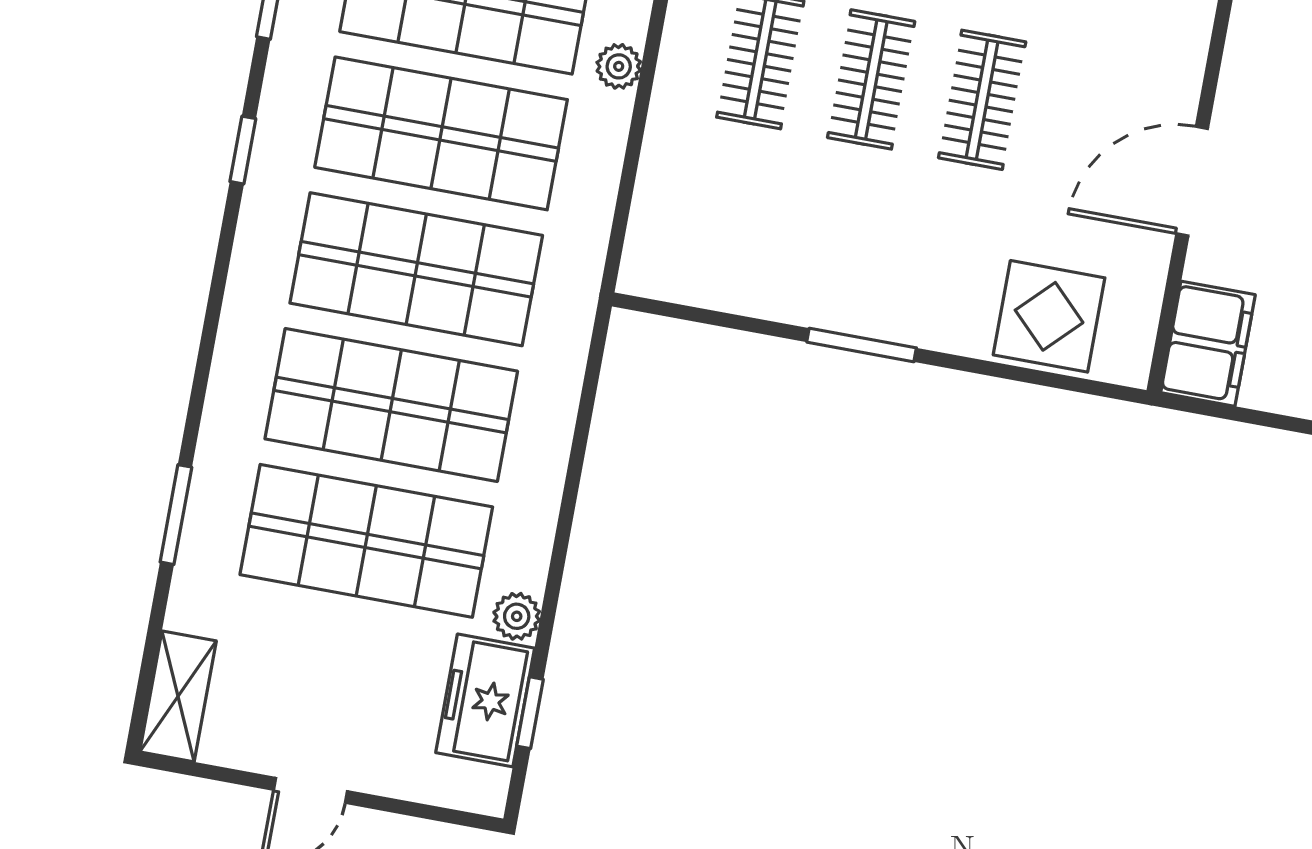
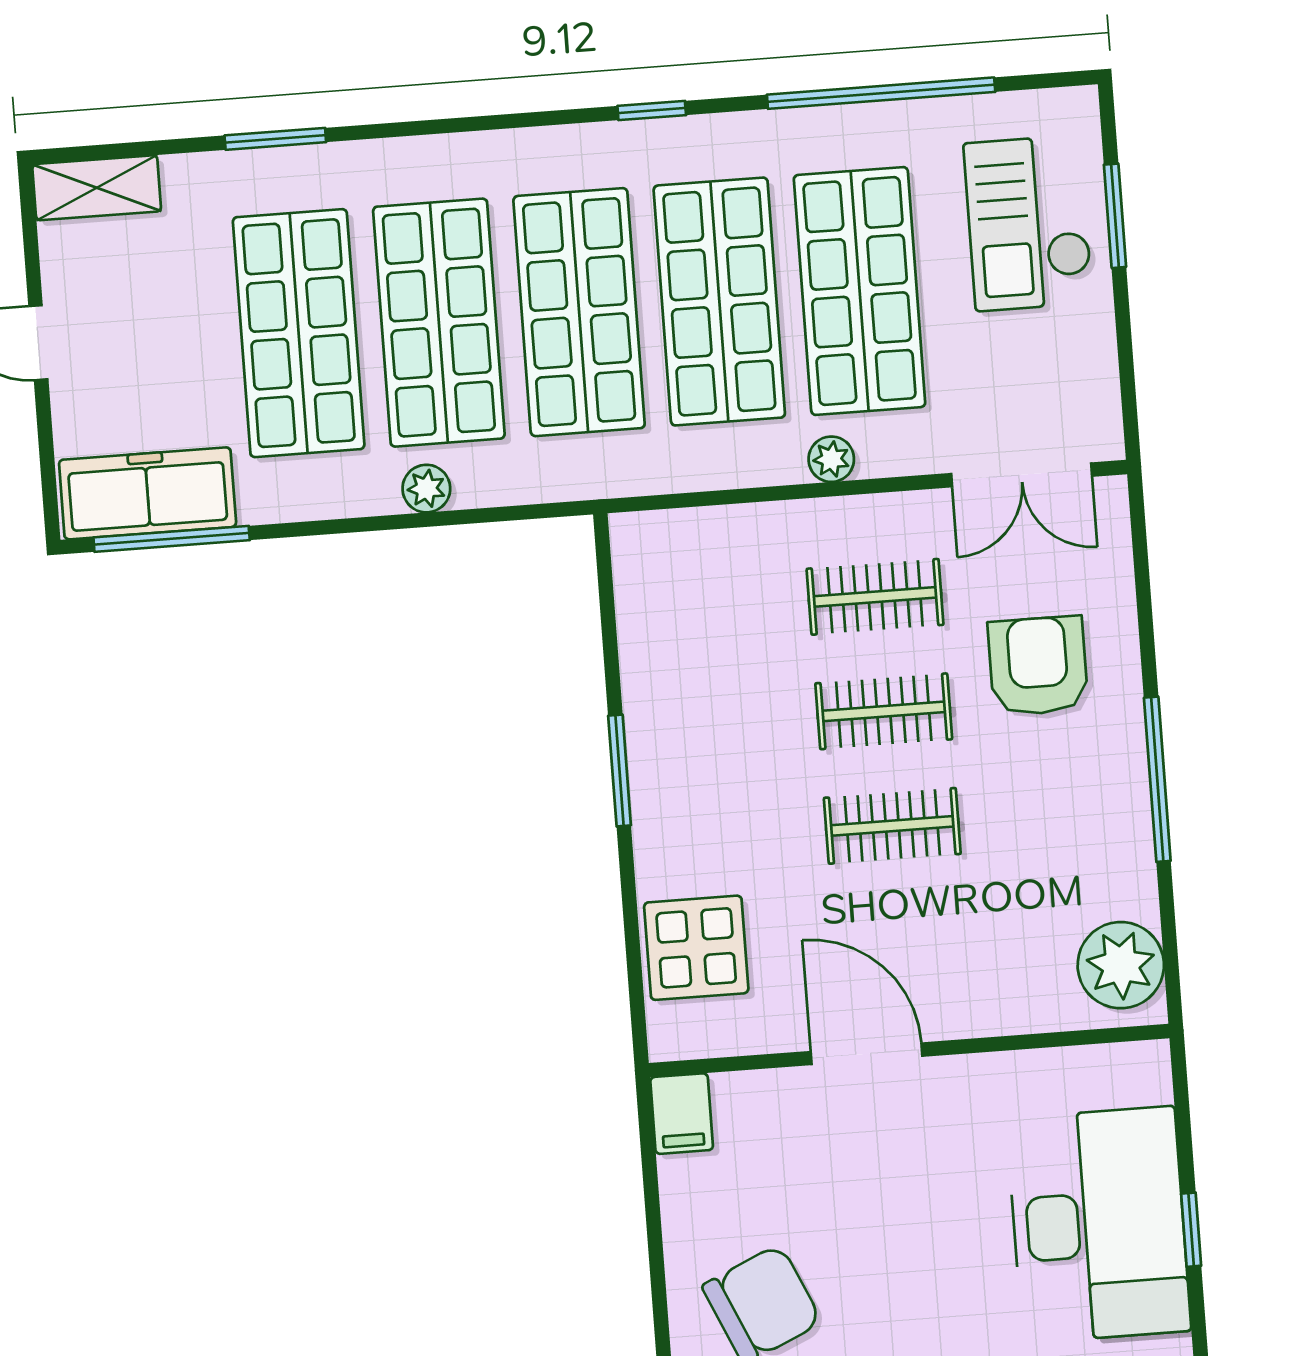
filing cabinet: (1208, 344) -> (682, 1114), width x0.50
plant: (517, 616) -> (426, 489), moved
freezer: (485, 700) -> (148, 493), width x1.40
window: (530, 713) -> (172, 539), width x2.17

